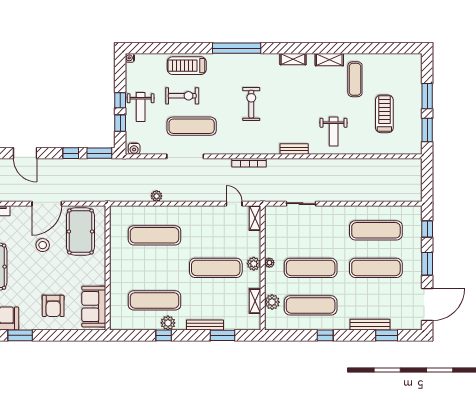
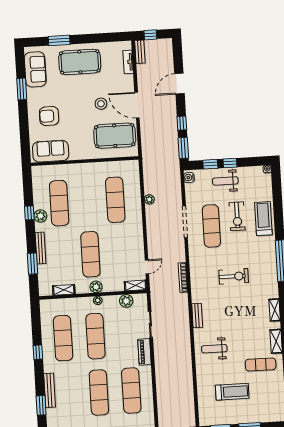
piano: (332, 212) -> (144, 352), added
plant: (272, 302) -> (126, 301), moved

